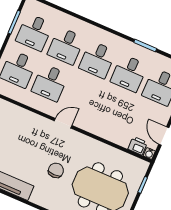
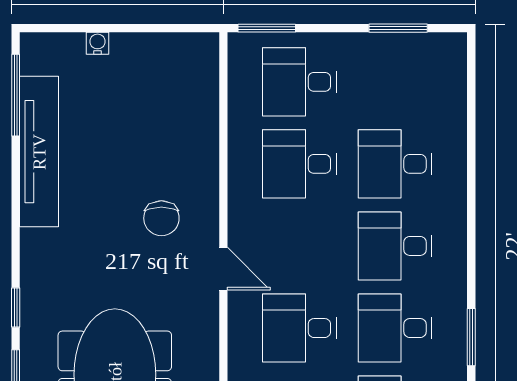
desk: (34, 32) -> (299, 328), moved
door: (63, 123) -> (223, 269), moved
chair: (56, 170) -> (161, 218), moved, turned 90

